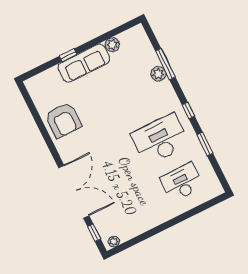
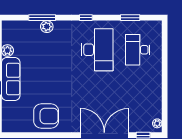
desk: (160, 139) -> (97, 50), turned 180
window: (205, 144) -> (130, 18), moved

